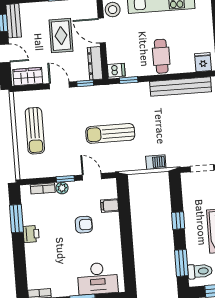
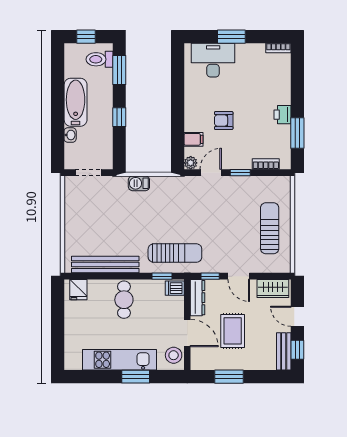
sun lounger: (110, 133) -> (175, 253), moved
door: (92, 177) -> (211, 173), swing flipped
plant: (62, 188) -> (191, 163), moved

